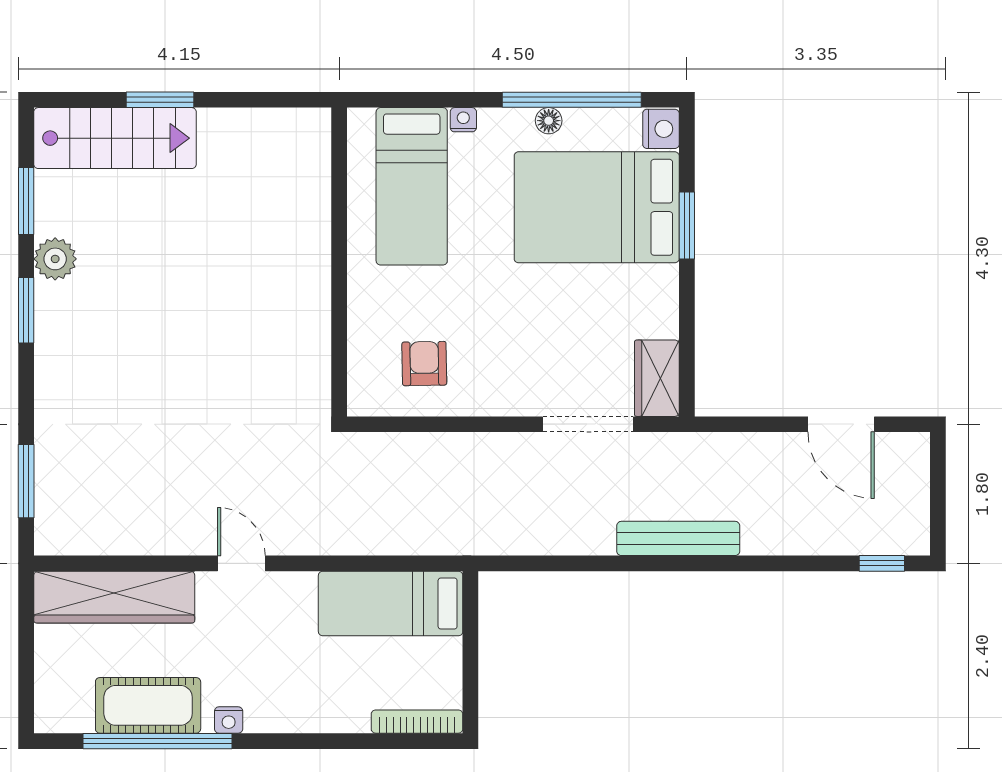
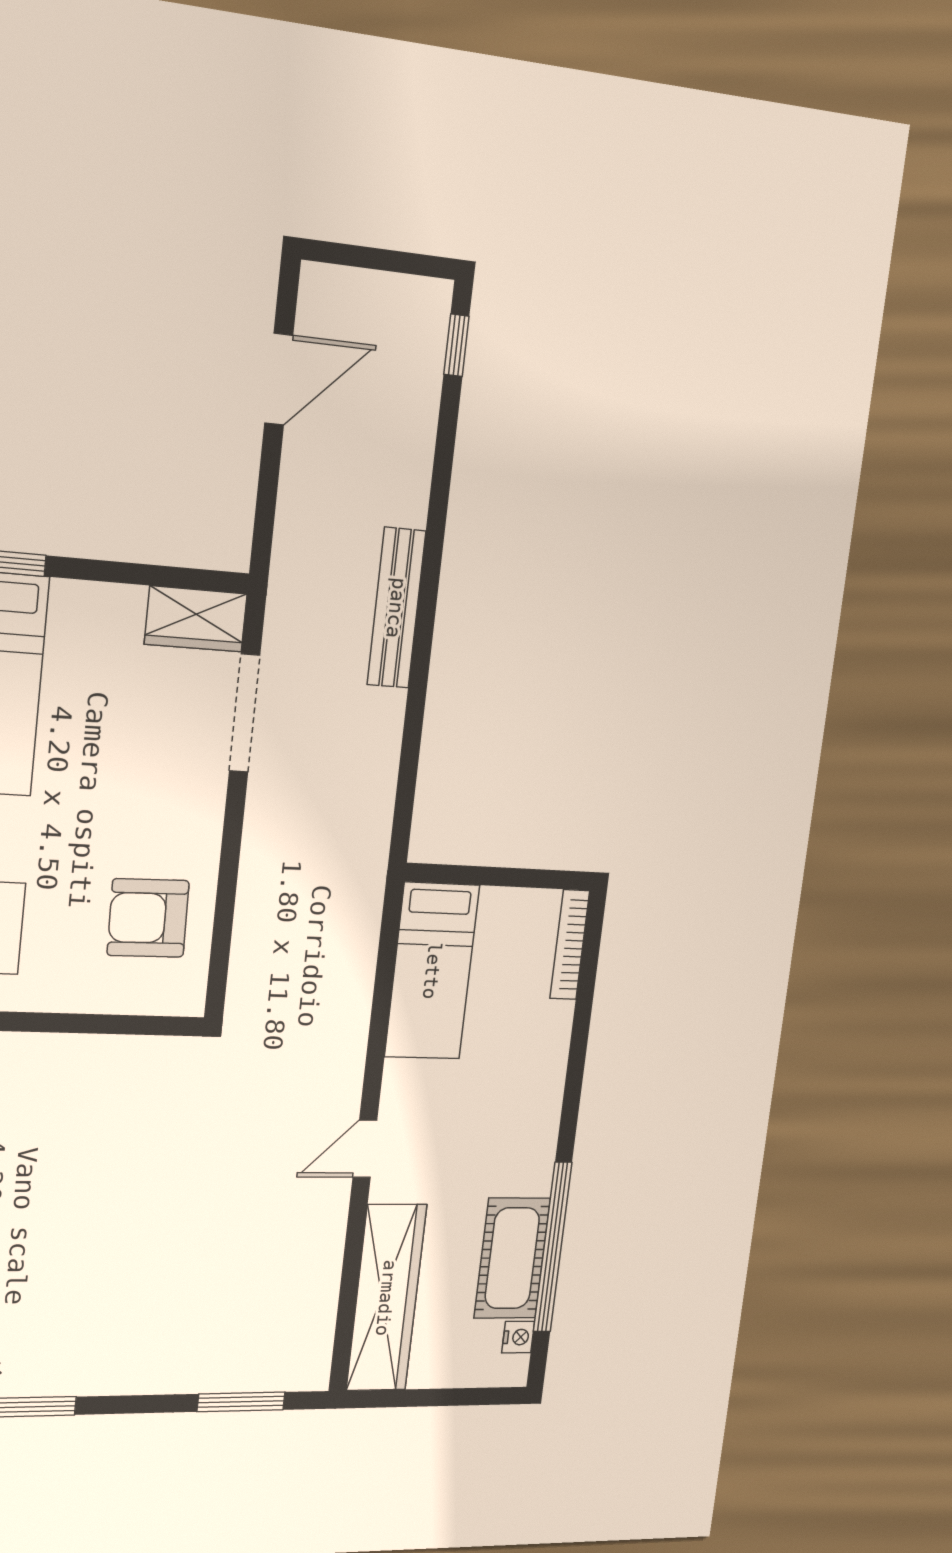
armchair: (424, 364) -> (148, 918), width x1.38, depth x1.38
nightstand: (229, 720) -> (518, 1337), moved

